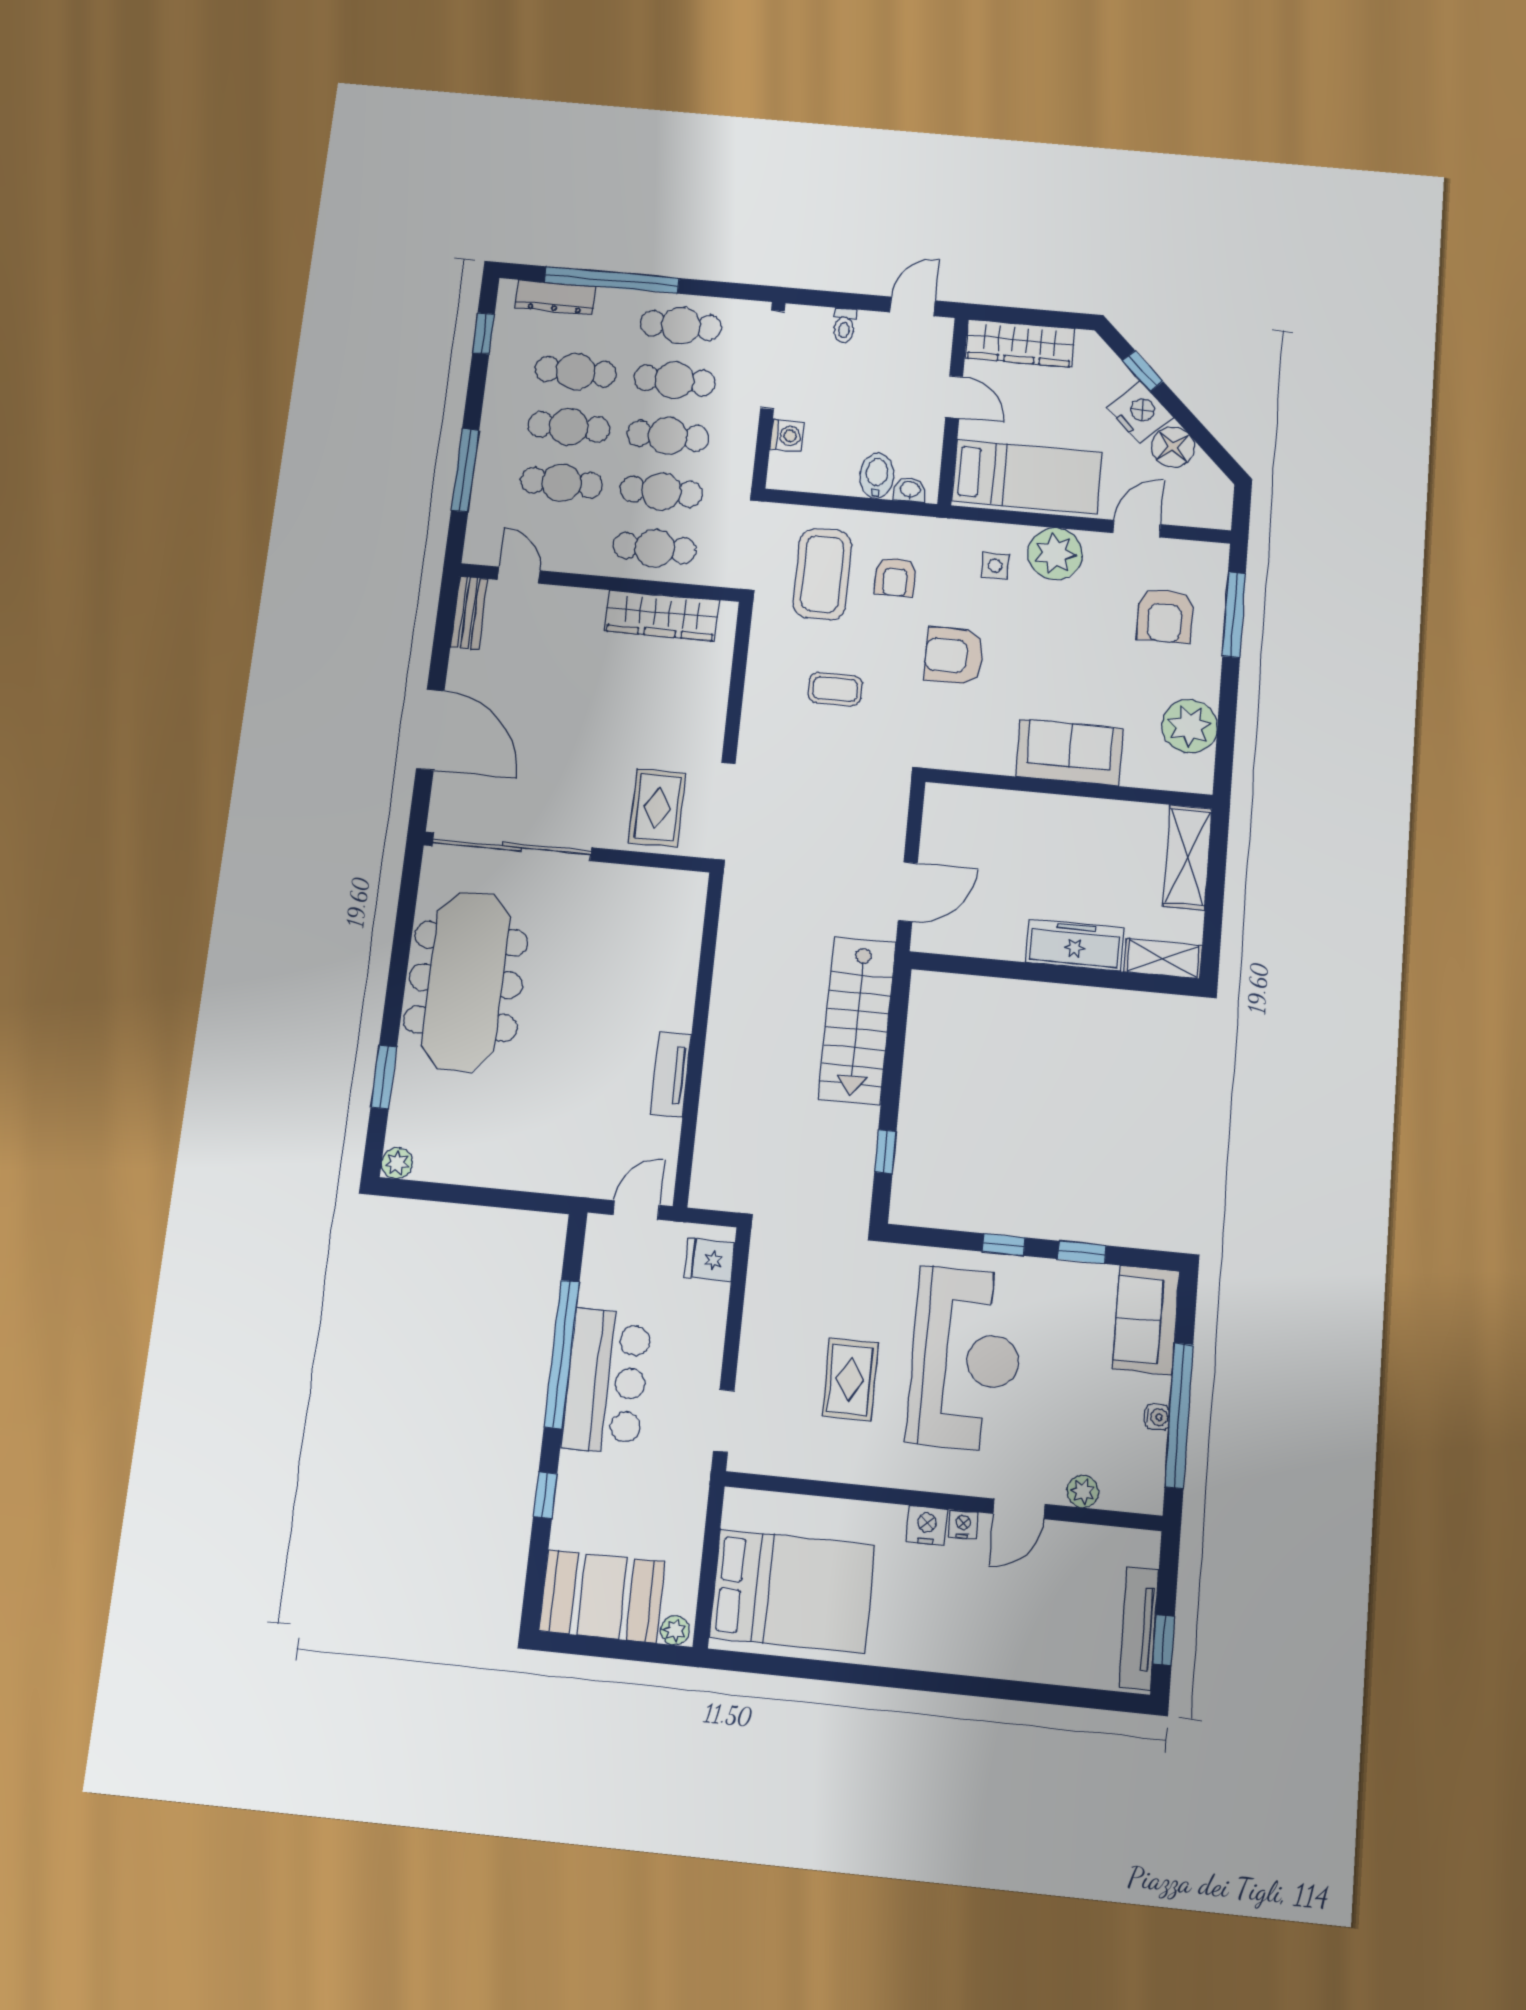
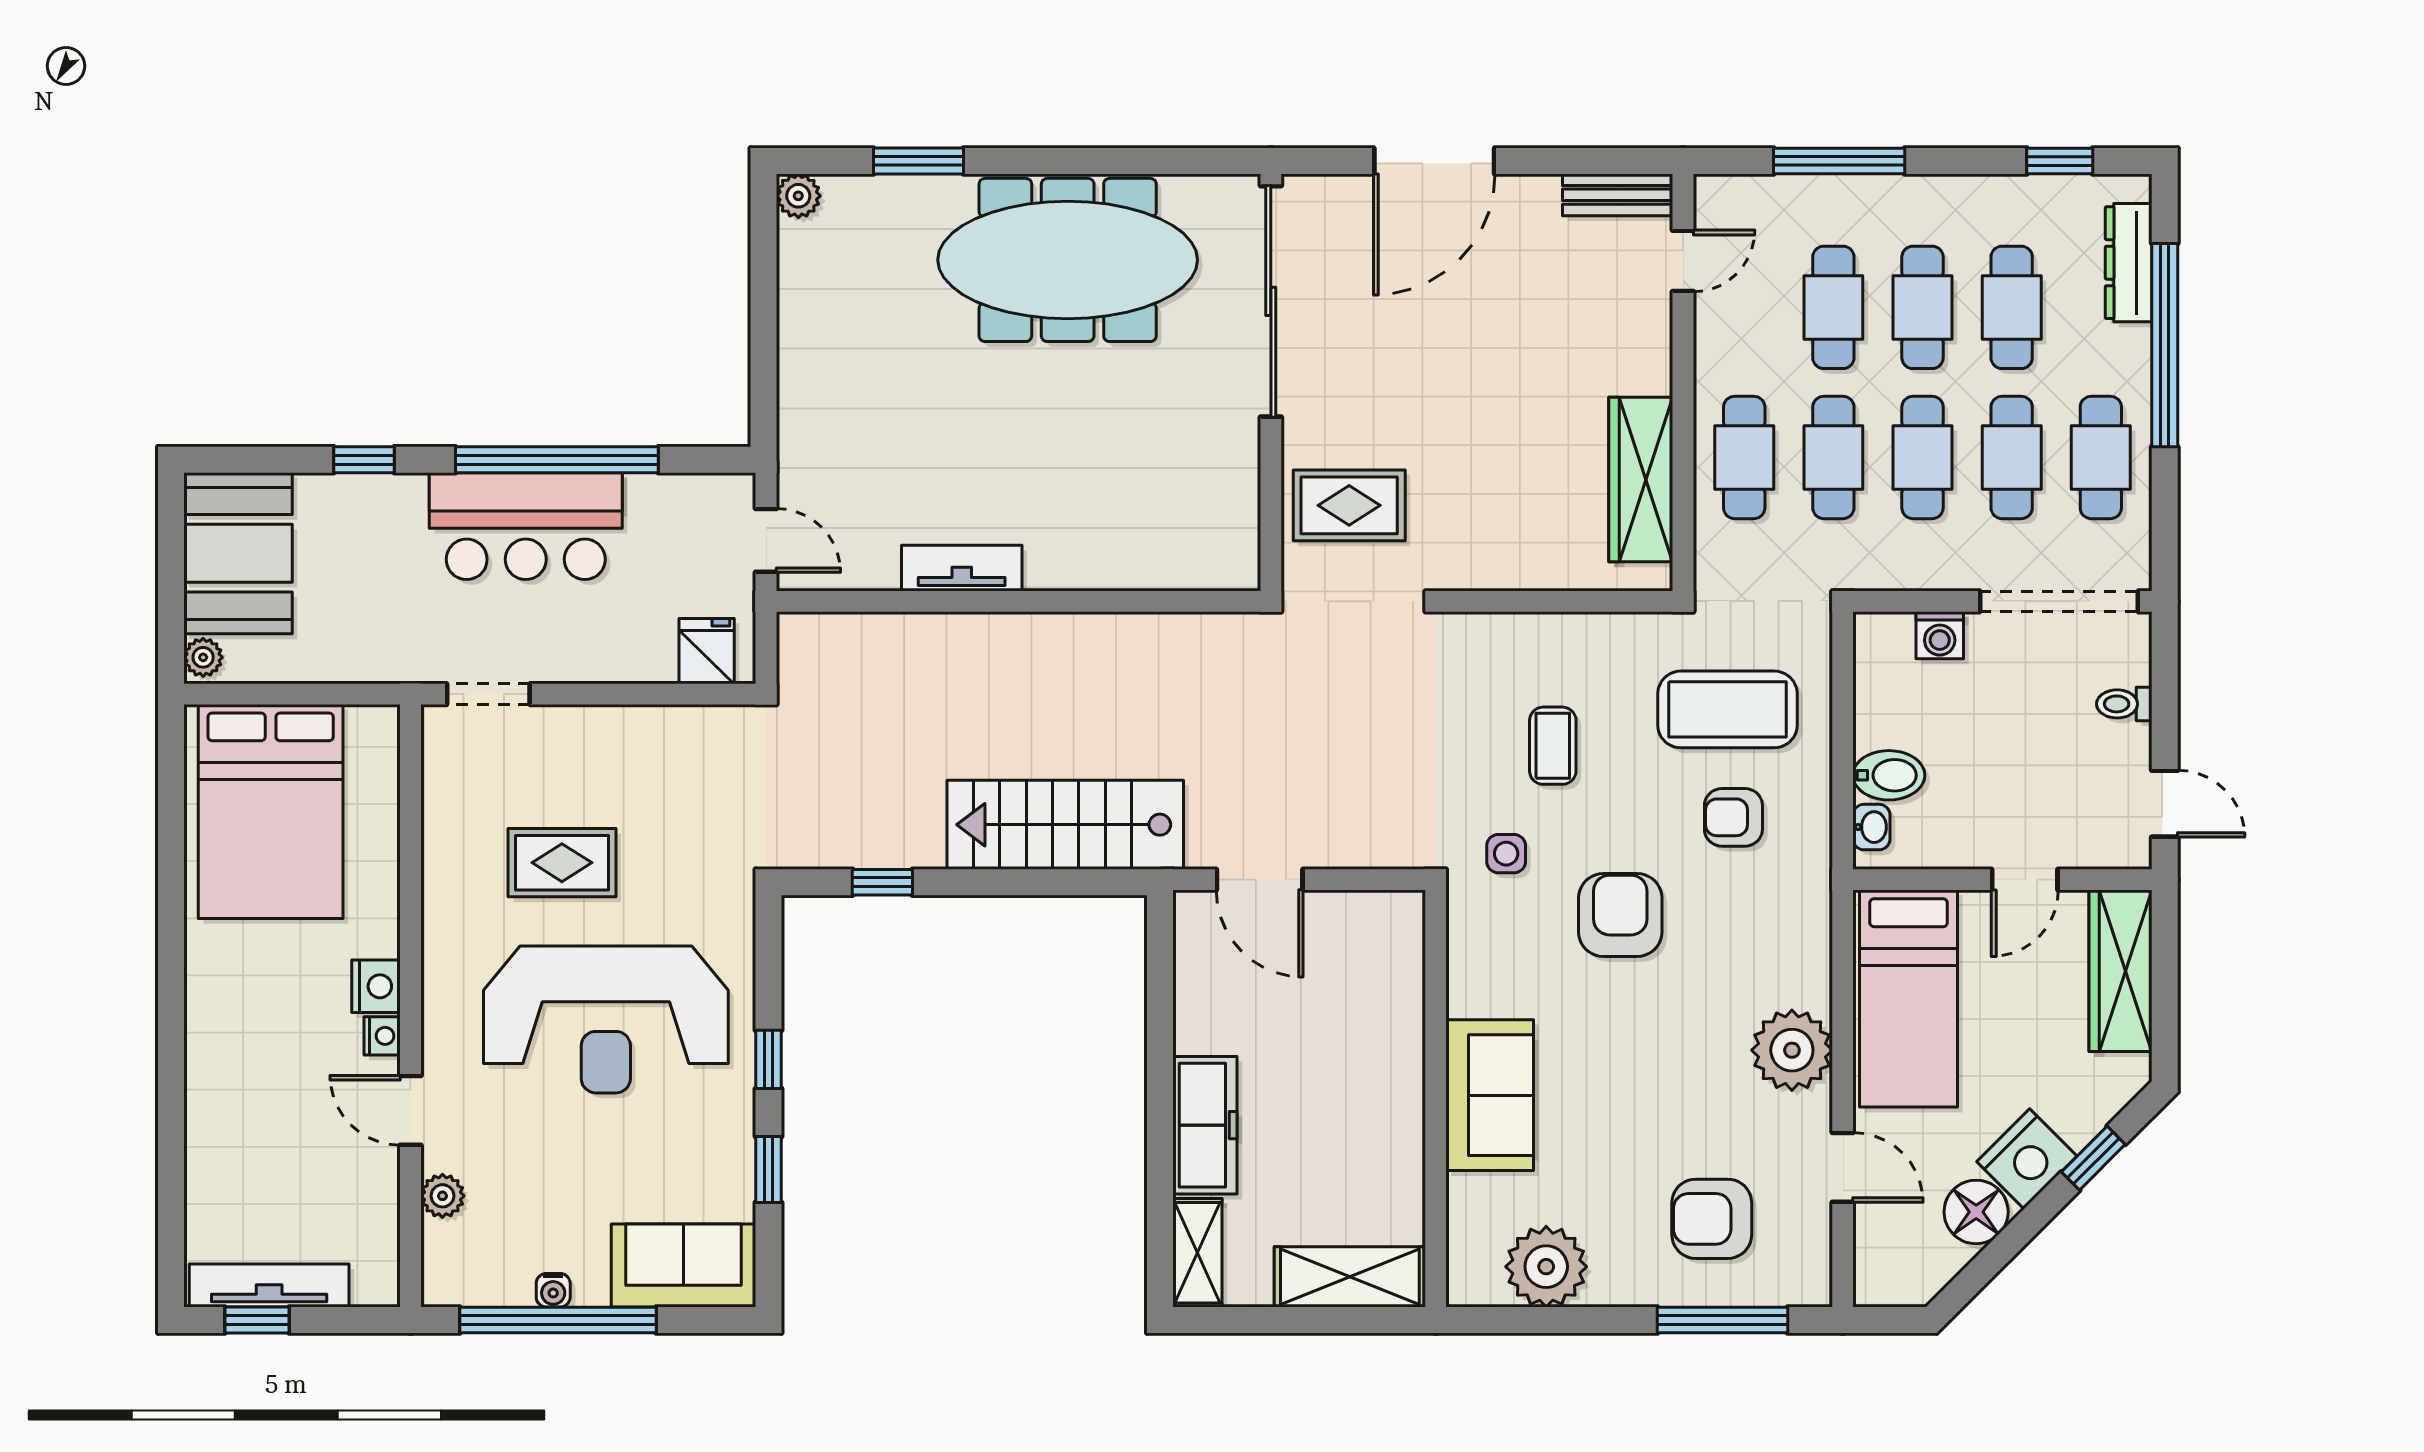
side table: (995, 565) -> (1506, 854), moved

